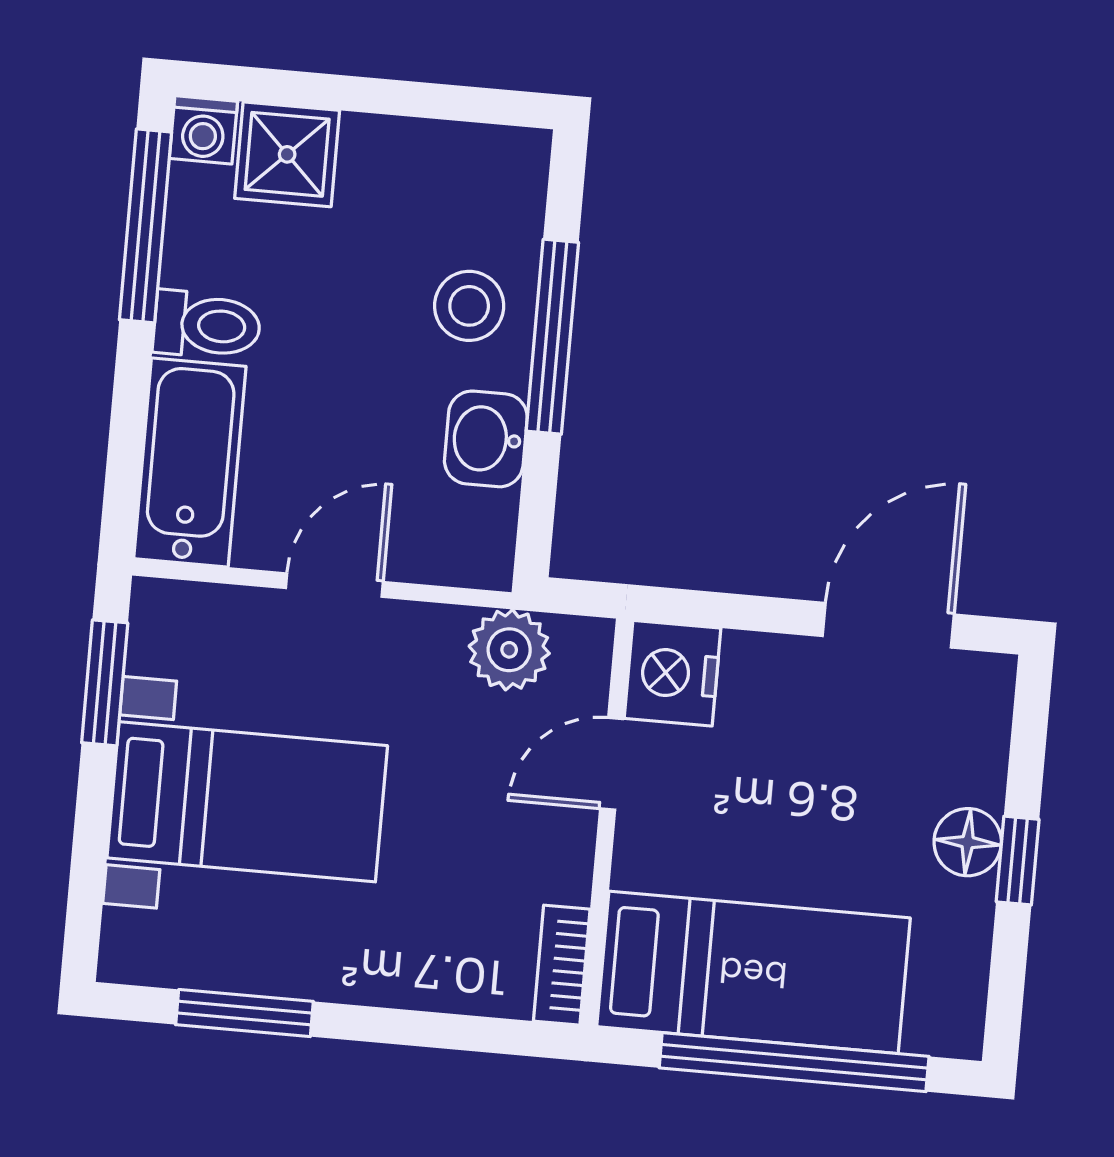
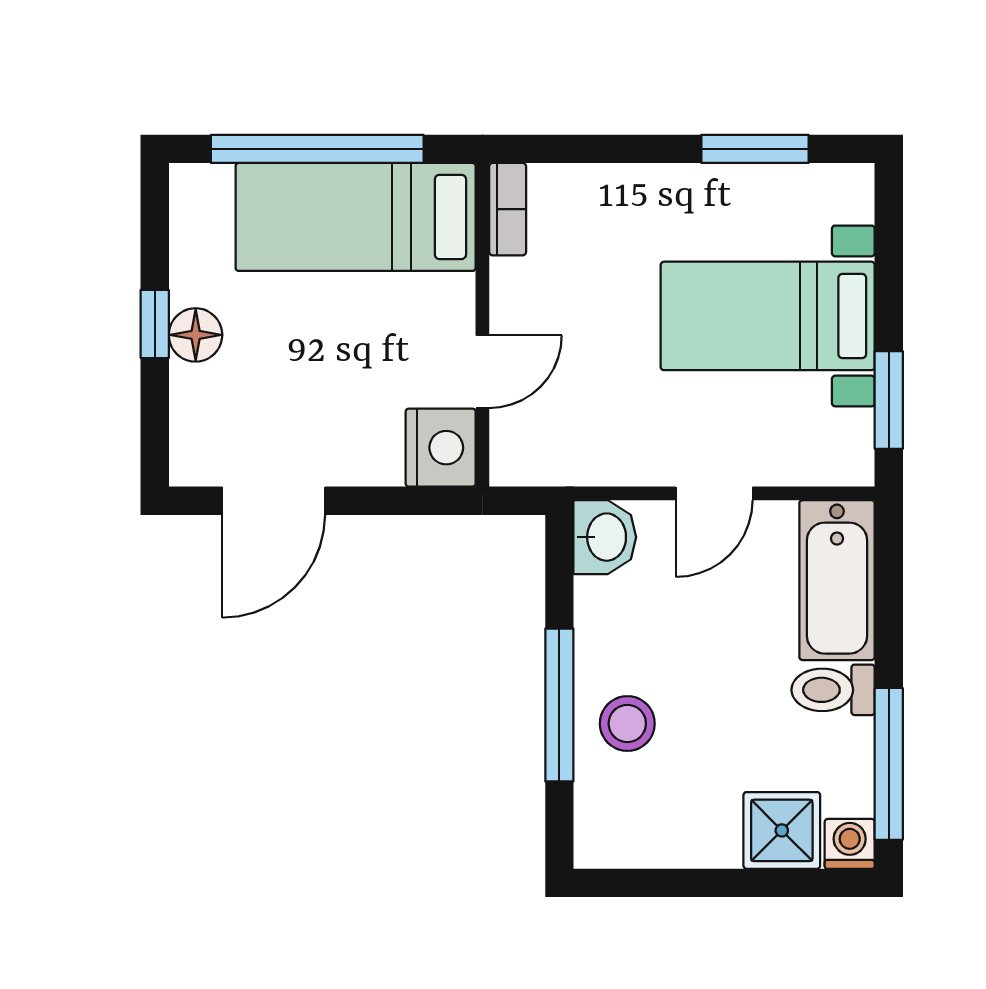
washbasin: (486, 439) -> (605, 537), moved
plant: (509, 650) -> (571, 455), removed

